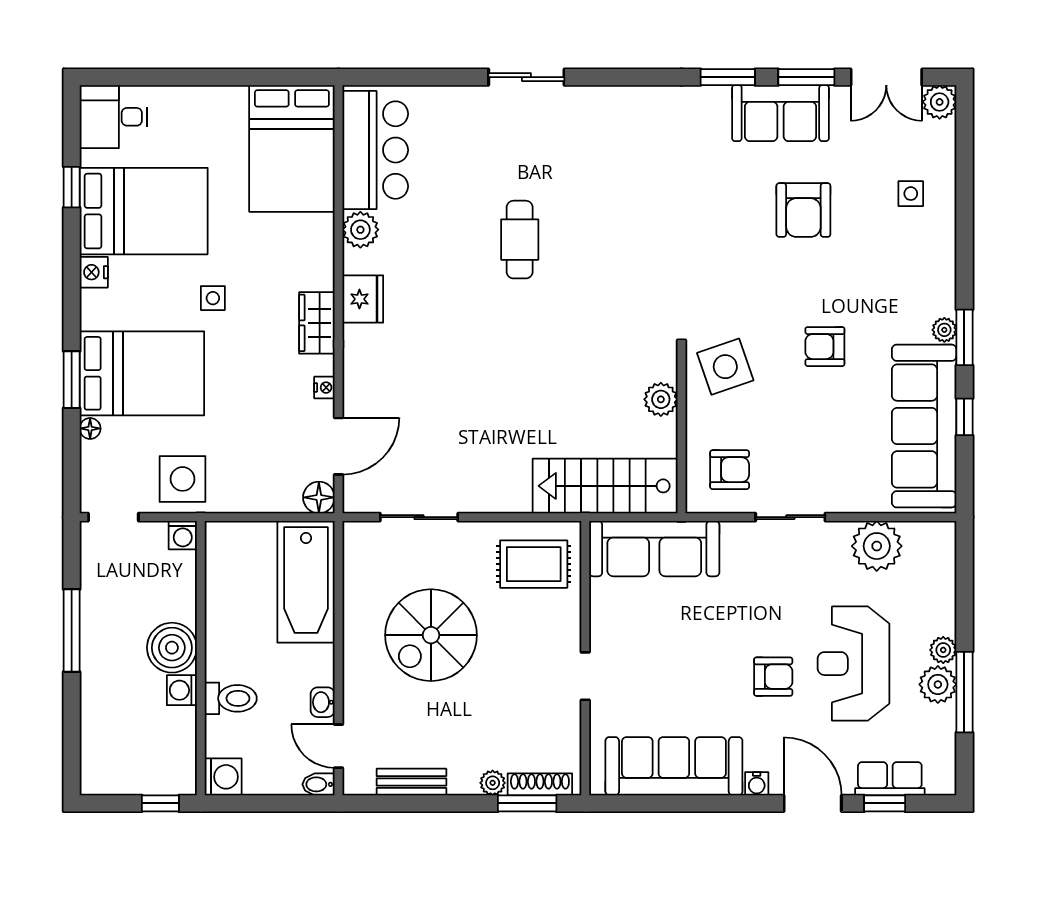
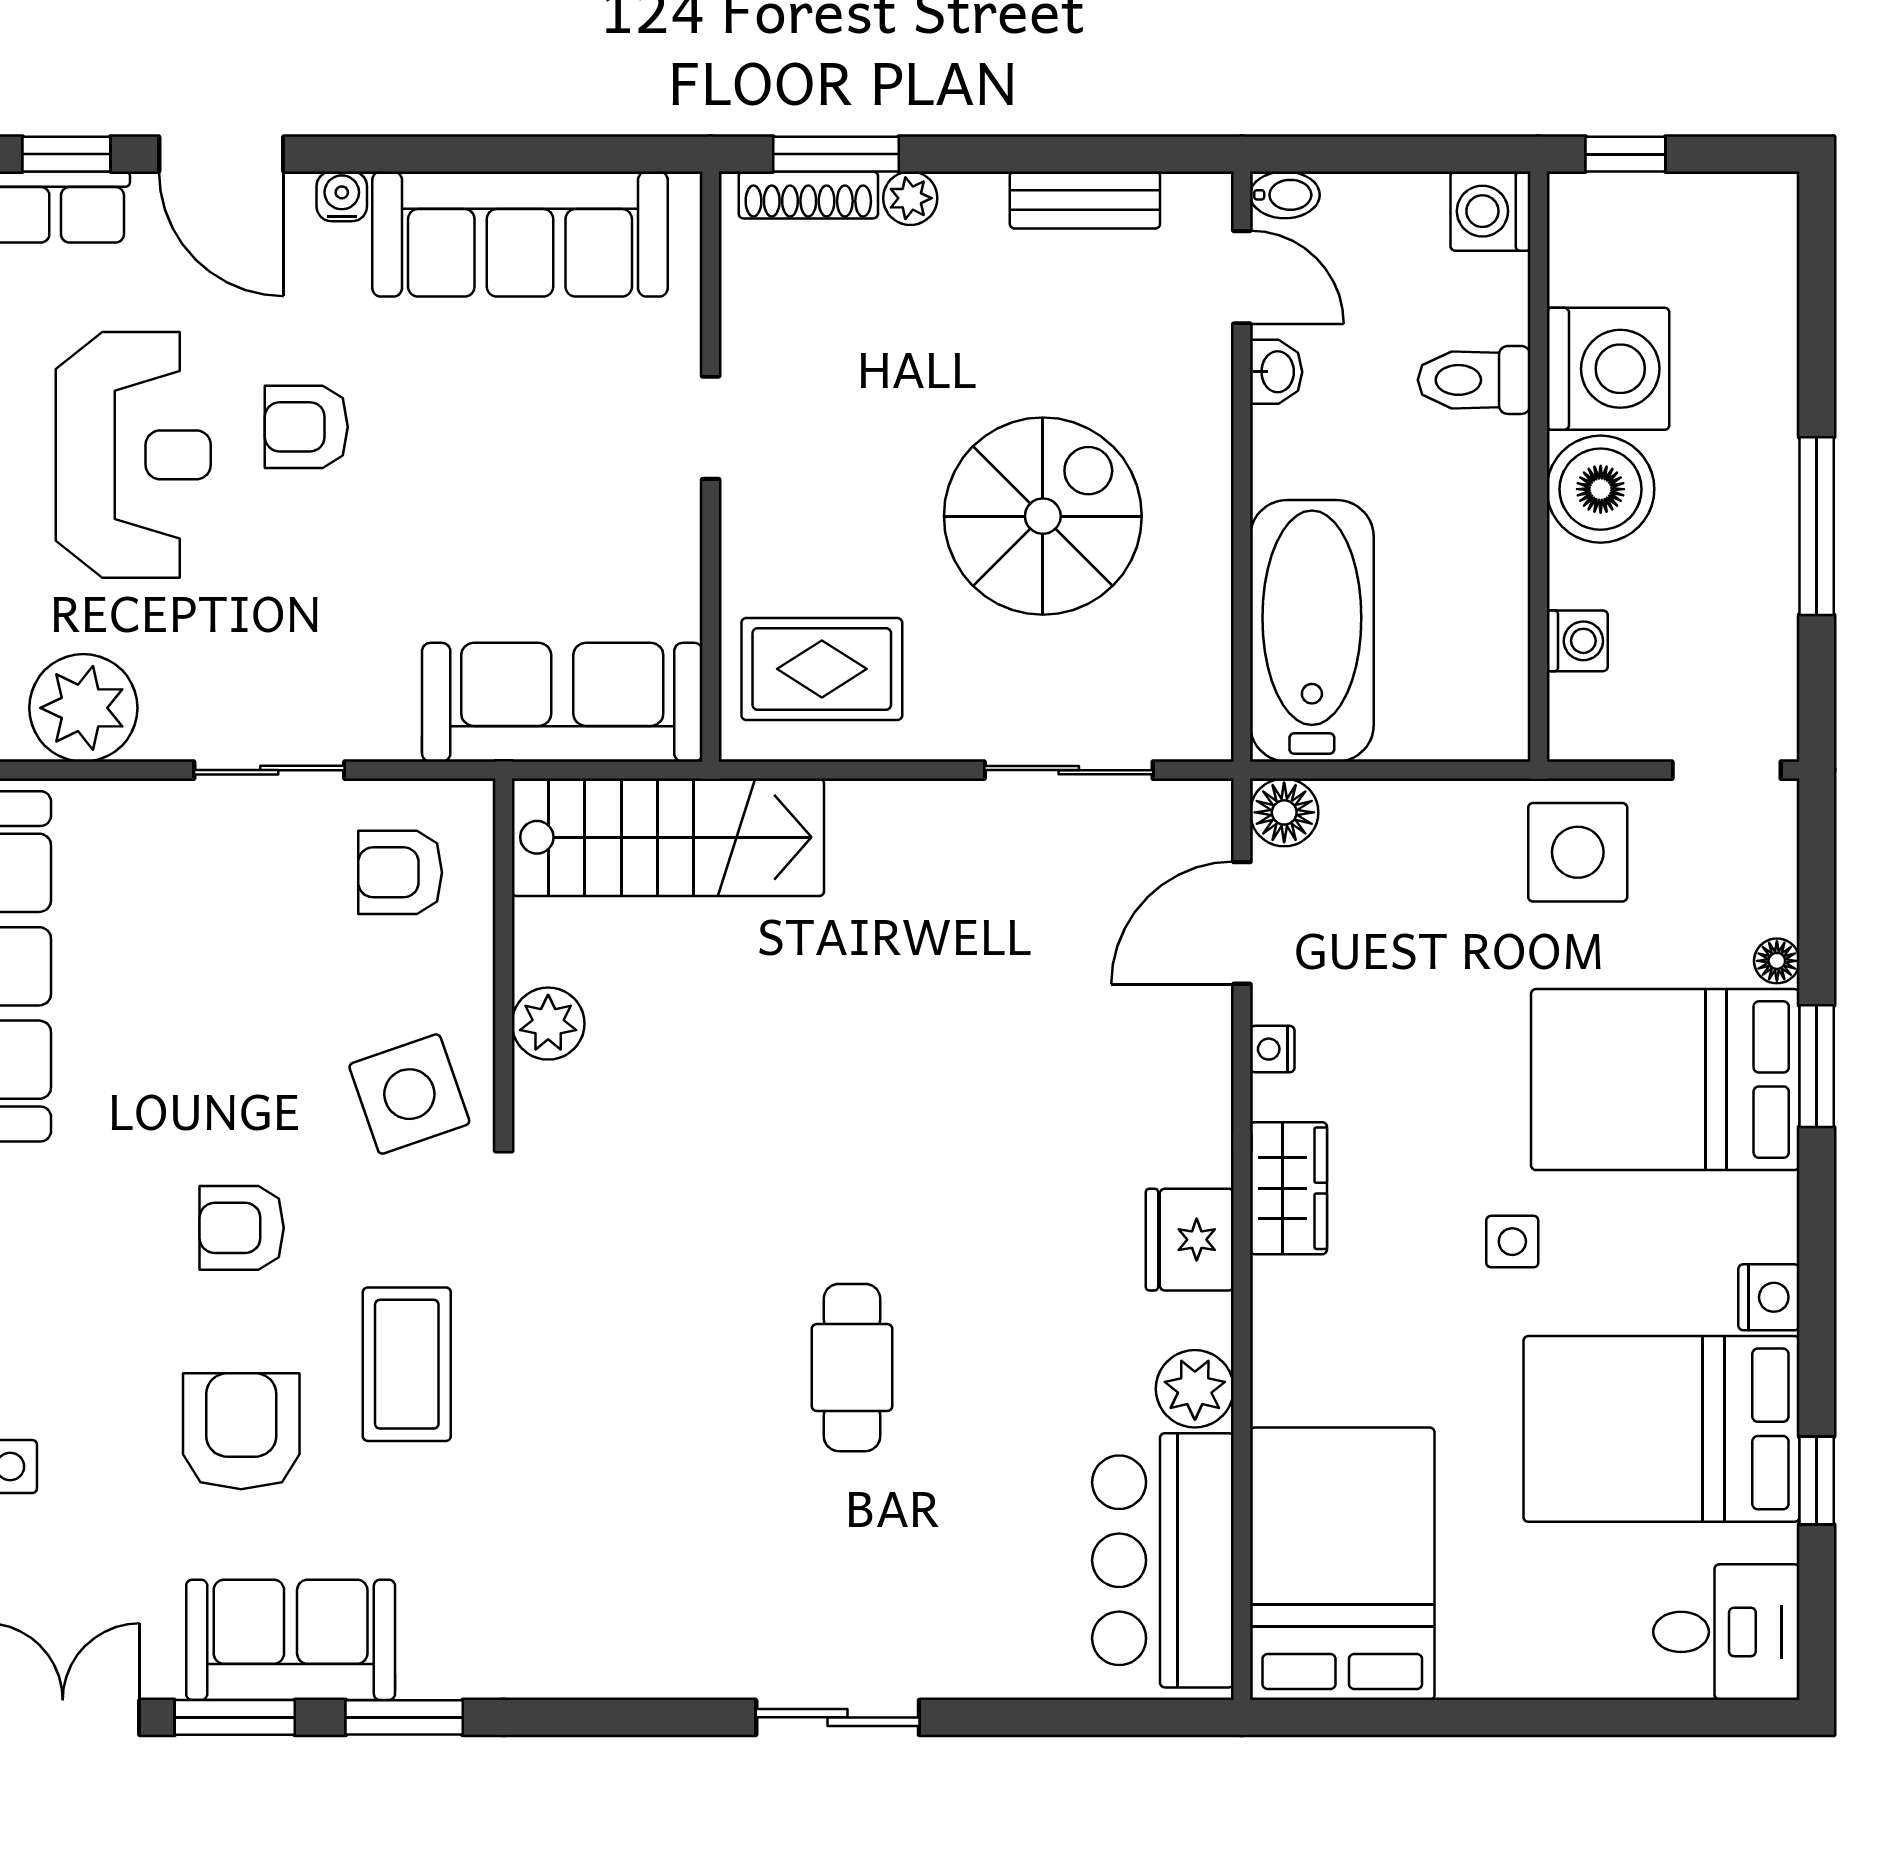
coffee table: (726, 241) -> (407, 1364), added
armchair: (825, 347) -> (242, 1228), moved, turned 180
washing machine: (183, 535) -> (1577, 641), moved, turned 90
washing machine: (182, 690) -> (1608, 369), width x1.89, depth x1.89

